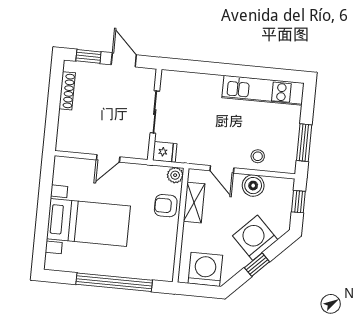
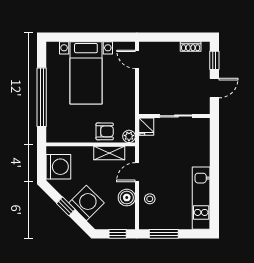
shoe rack: (67, 91) -> (191, 47), width x0.70
door: (108, 158) -> (137, 59), moved
armchair: (166, 206) -> (105, 131), turned 90

